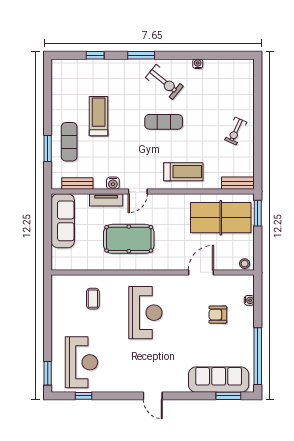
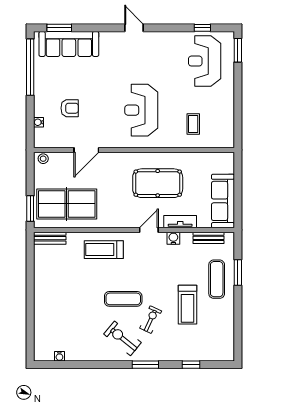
water cooler: (198, 64) -> (59, 356), moved
exercise bike: (236, 131) -> (151, 320), moved

